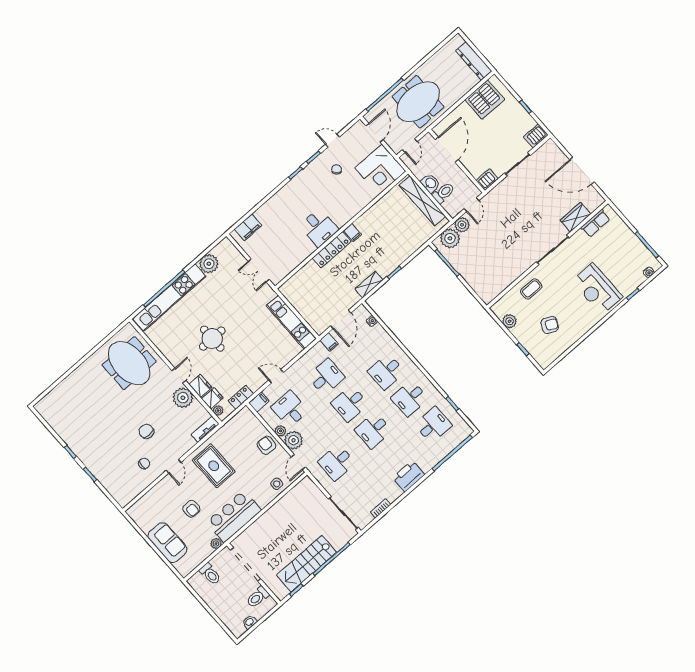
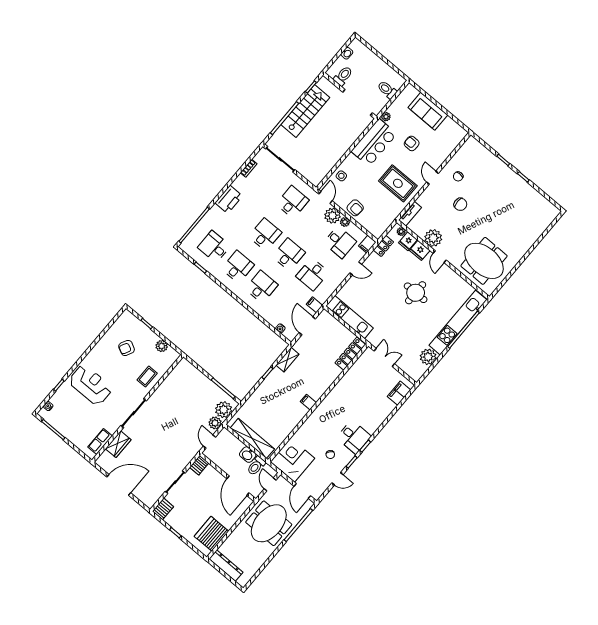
toilet: (443, 193) -> (256, 466), moved
desk: (319, 228) -> (354, 437), moved, turned 180
locker: (332, 250) -> (350, 354), moved
desk: (433, 425) -> (214, 247), turned 90

